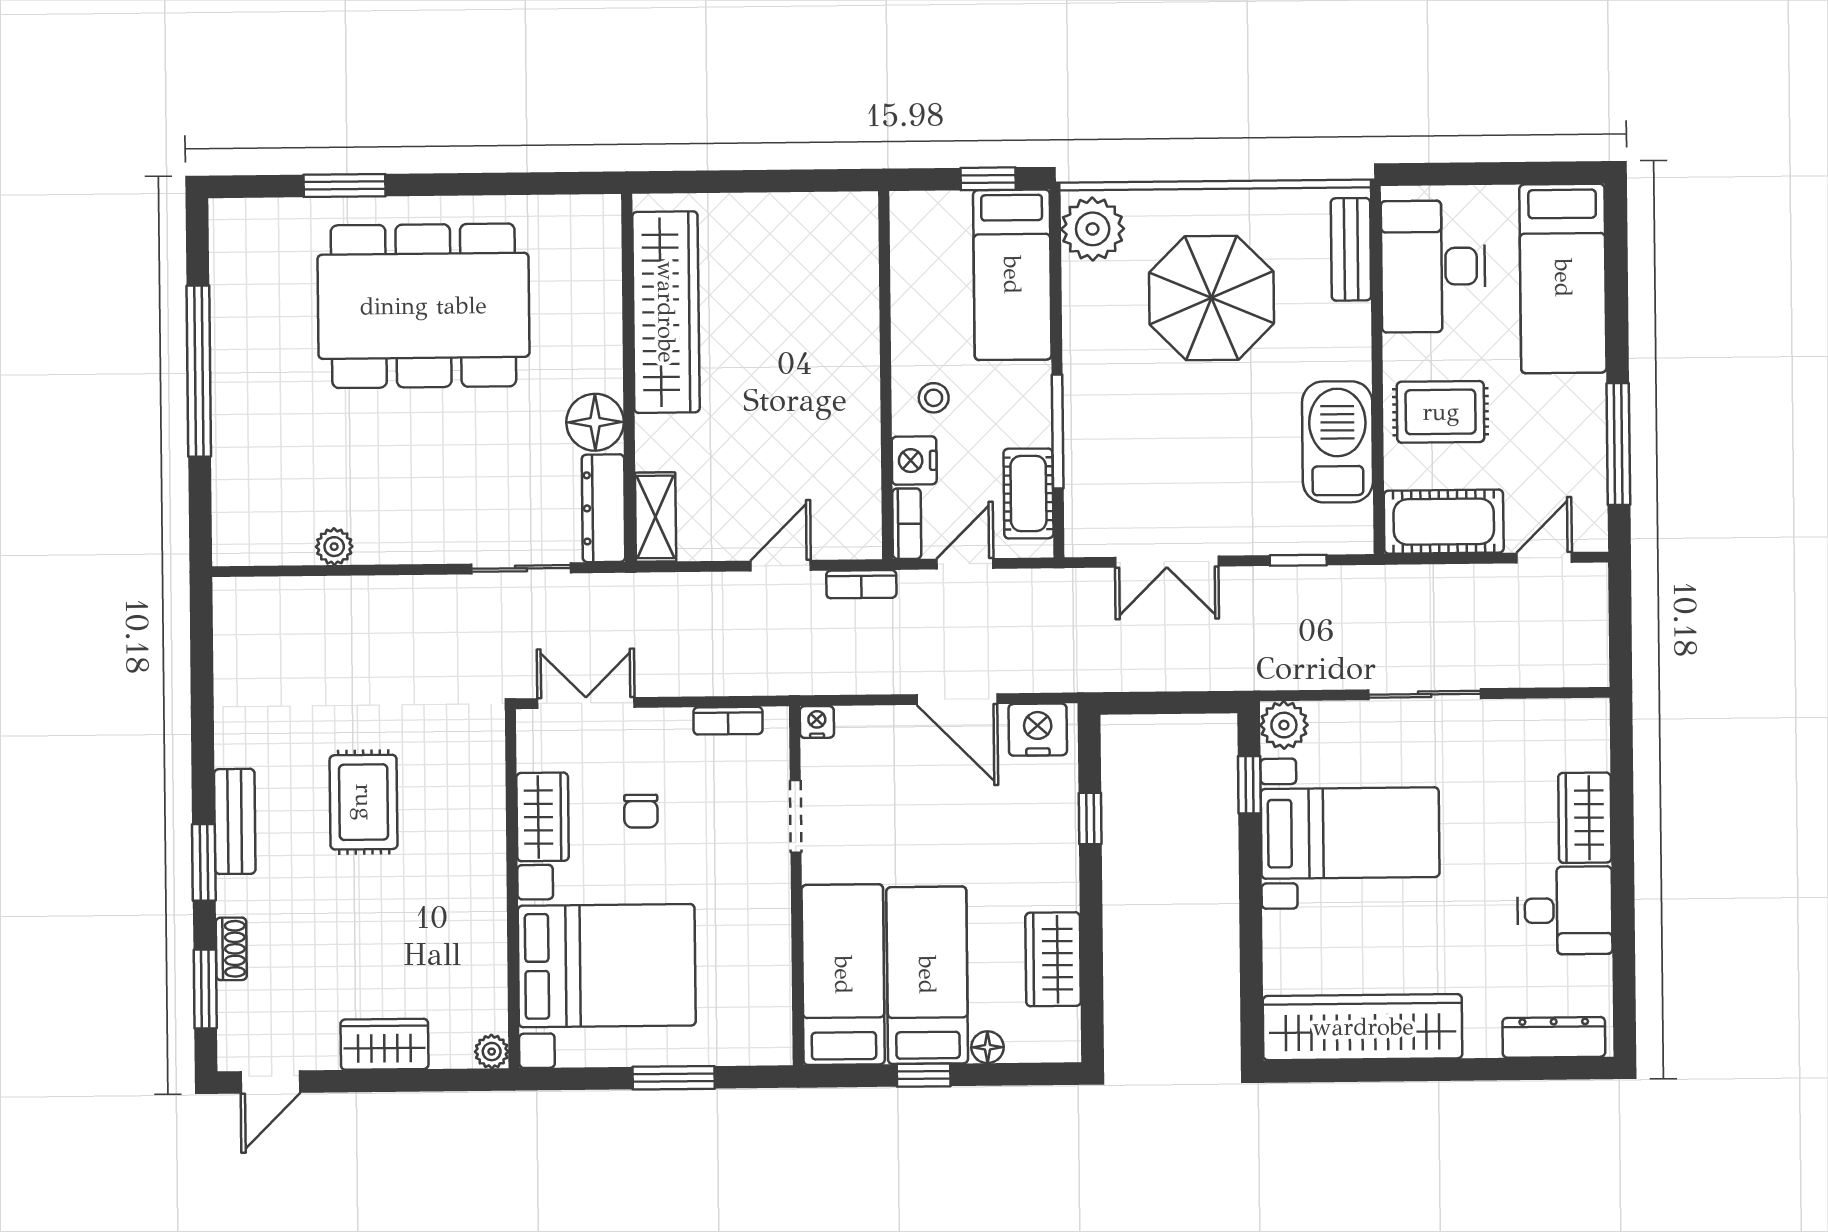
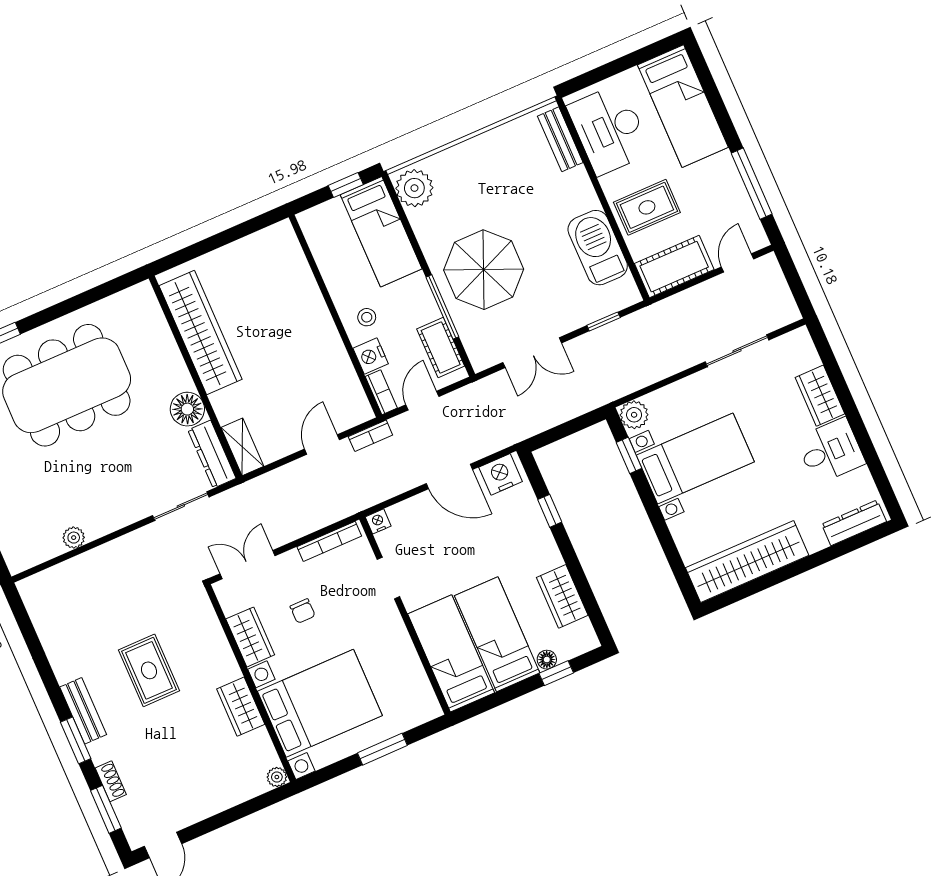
parasol: (1212, 298) -> (484, 270), moved
sliding door: (1425, 694) -> (737, 351), moved
bookcase: (728, 721) -> (329, 541), width x1.56
wardrobe: (384, 1044) -> (241, 707), moved, turned -90
window: (924, 1075) -> (556, 673), moved

